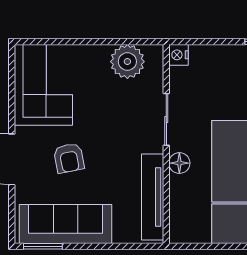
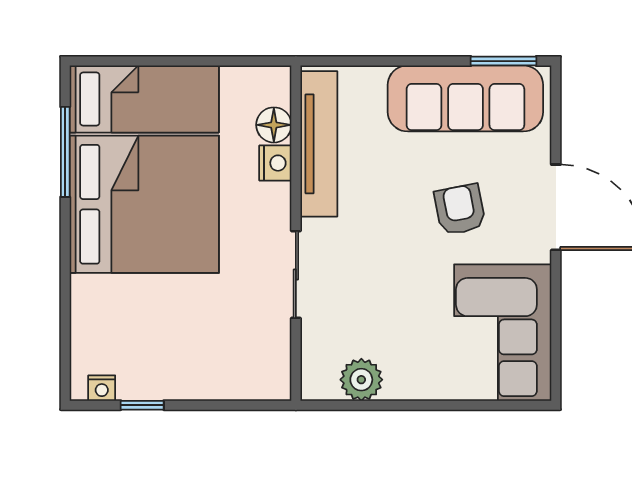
nightstand: (178, 55) -> (275, 163), moved
plant: (127, 62) -> (361, 380), width x0.73, depth x0.73
floor lamp: (179, 163) -> (274, 125), moved

